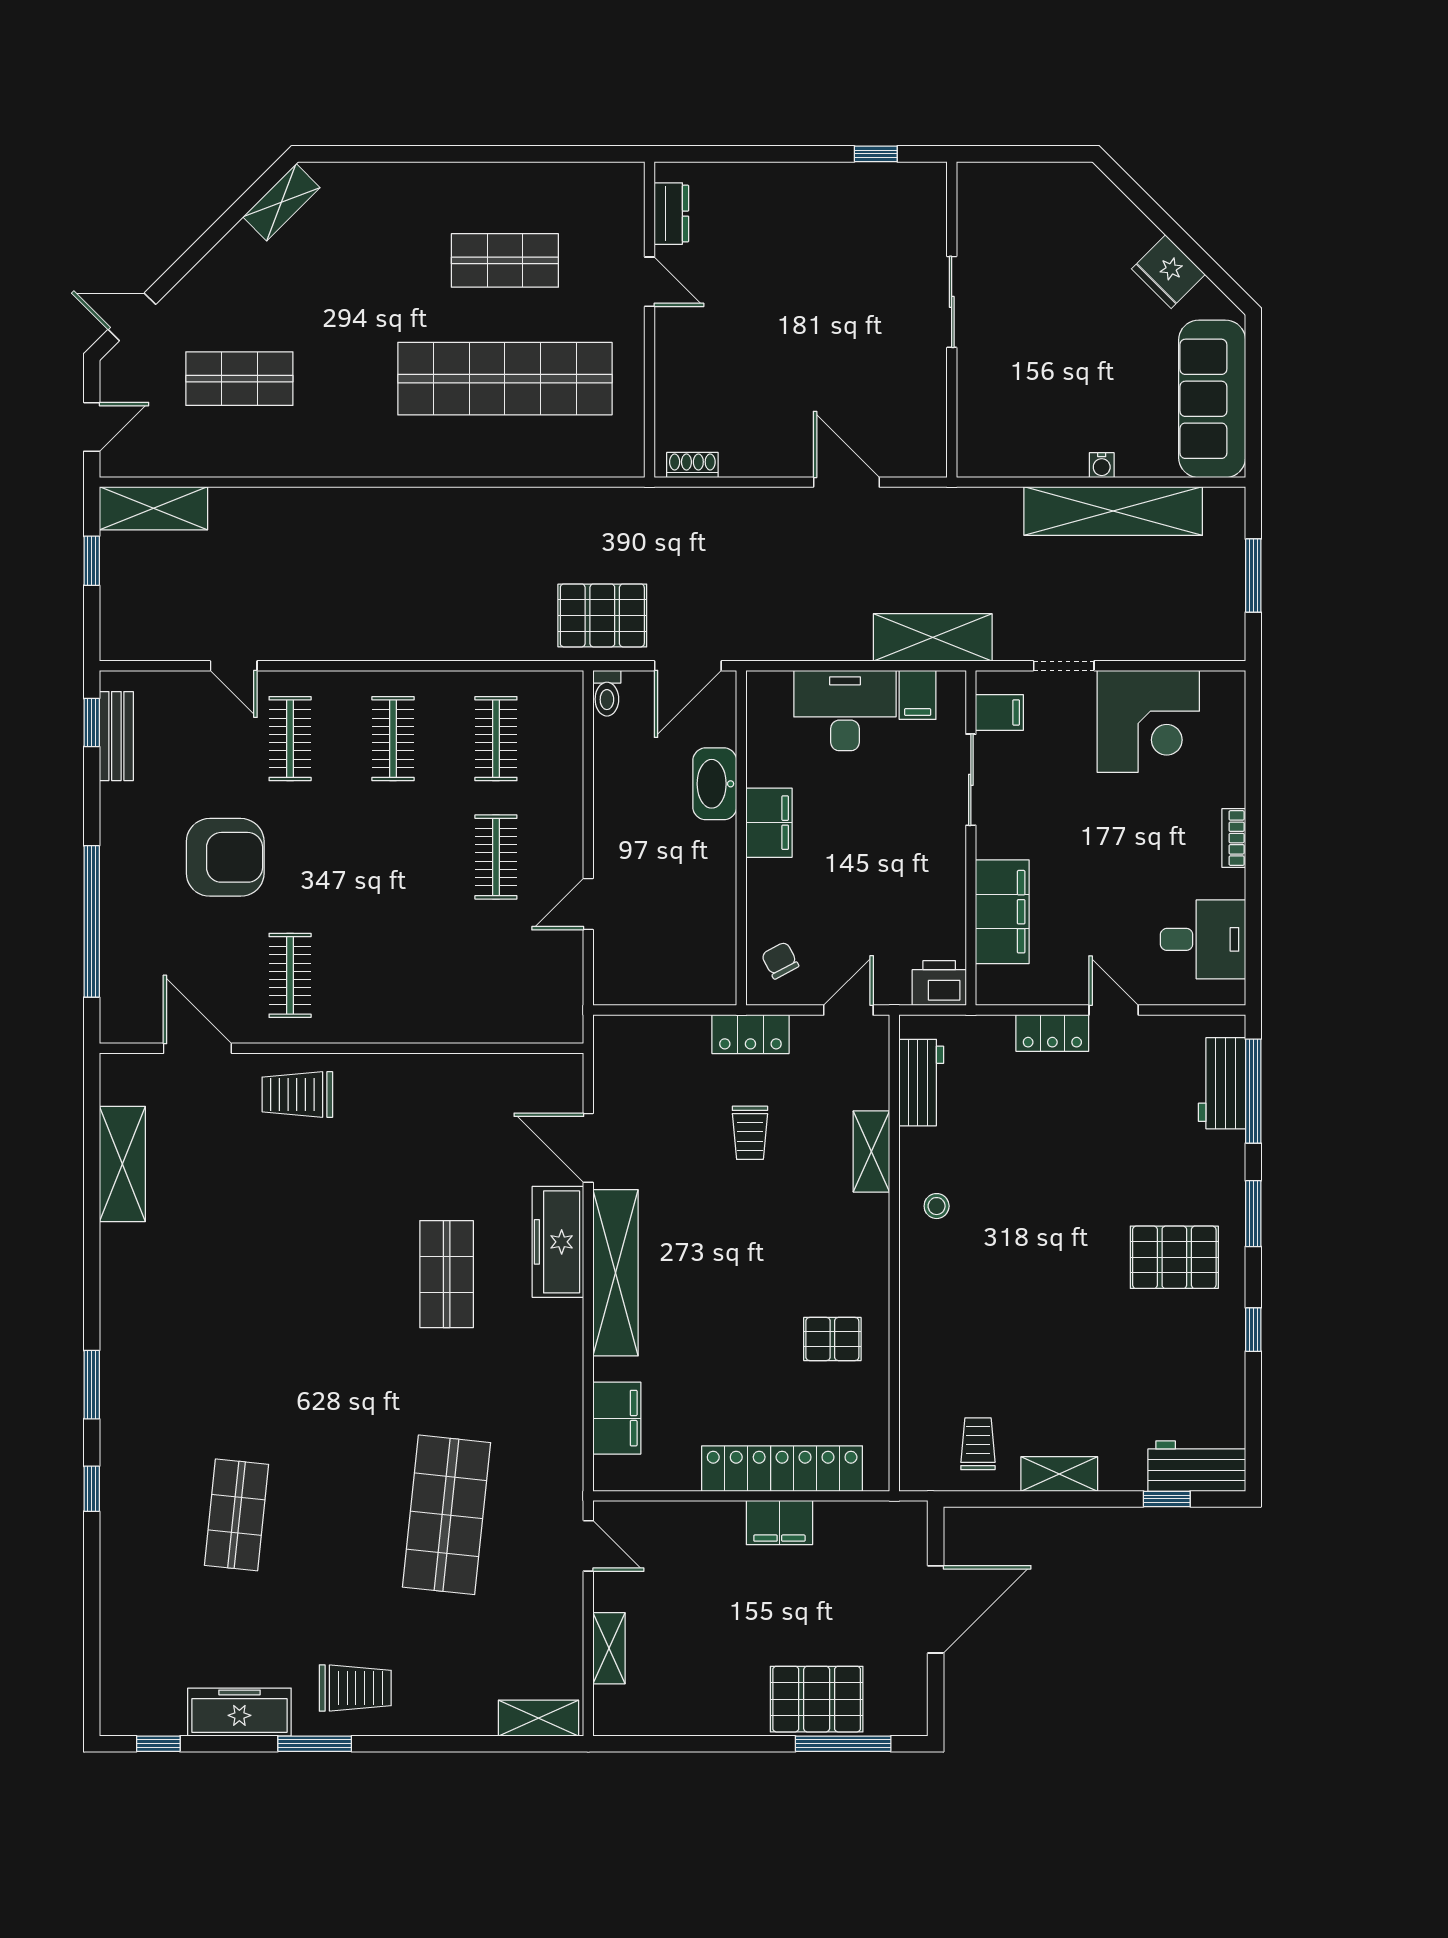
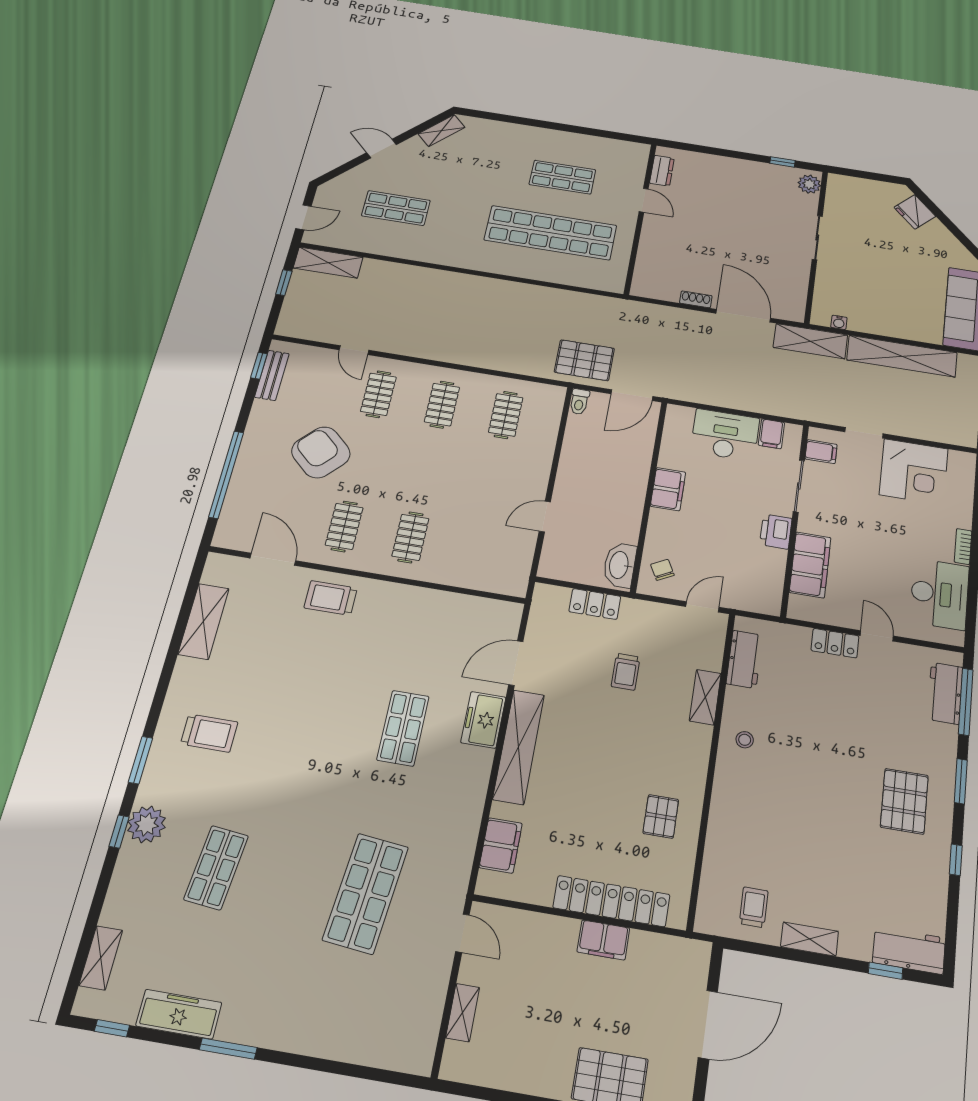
plant: (927, 192) -> (809, 184), added
fridge: (1168, 272) -> (915, 212), moved
door: (132, 317) -> (382, 149), moved
shoe rack: (692, 465) -> (696, 299), moved
water cooler: (1102, 465) -> (839, 322), moved
door: (846, 482) -> (743, 316), width x1.36
shelving: (933, 637) -> (810, 341), moved
washbasin: (715, 784) -> (620, 565), moved
armchair: (225, 857) -> (321, 452), turned -137
clothes rail: (496, 857) -> (410, 537), moved
desk: (1203, 939) -> (940, 594), width x1.37
printer: (939, 983) -> (776, 532), moved, turned -90
locker: (750, 1034) -> (595, 604), moved
door: (588, 1148) -> (516, 663), hinge flipped
freezer: (558, 1242) -> (483, 720), width x0.71
pallet: (1174, 1257) -> (904, 801), turned 90
pallet: (832, 1339) -> (661, 816), turned 90
plant: (126, 1473) -> (147, 824), added
trolley: (355, 1688) -> (209, 733), moved
shelving: (538, 1718) -> (101, 958), moved, turned 90

